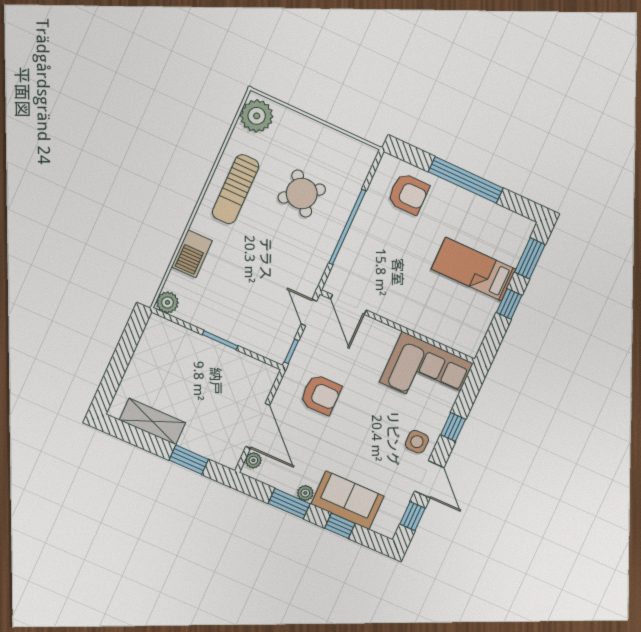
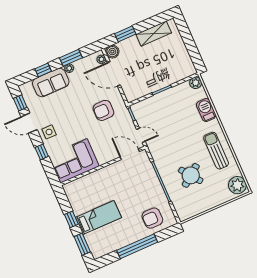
boiler: (229, 455) -> (112, 52), added

